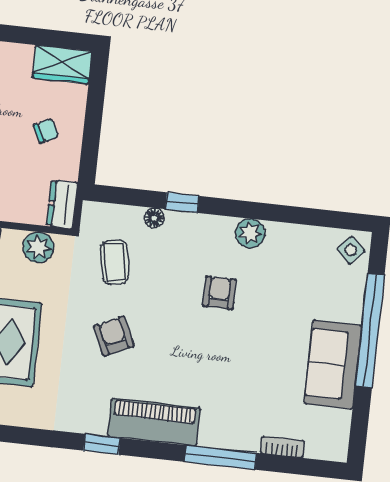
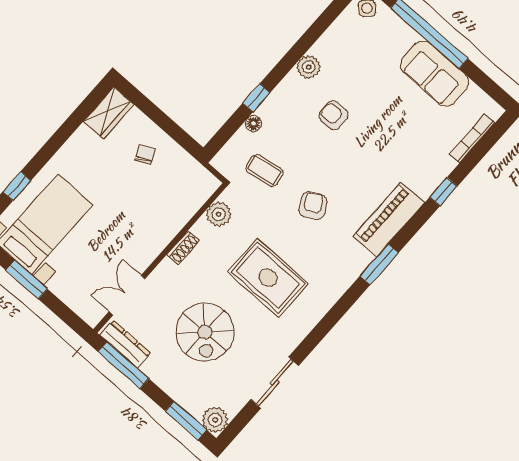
dresser: (62, 204) -> (201, 178), removed
armchair: (114, 336) -> (313, 206), turned 86
window: (102, 444) -> (379, 264), width x1.50
bookcase: (282, 447) -> (472, 139), width x1.56
window: (221, 457) -> (443, 192), width x0.46

